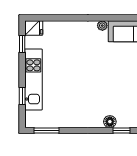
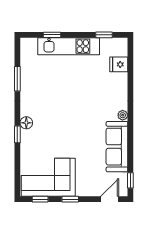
fridge: (34, 28) -> (119, 64), moved, turned 90
window: (47, 131) -> (17, 79), moved

